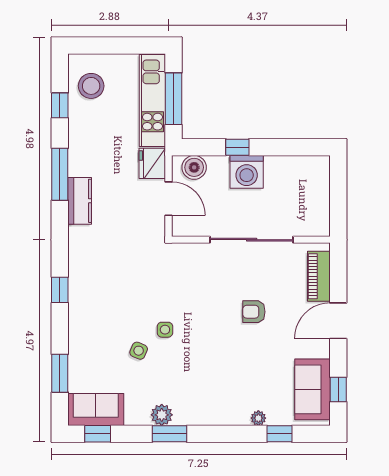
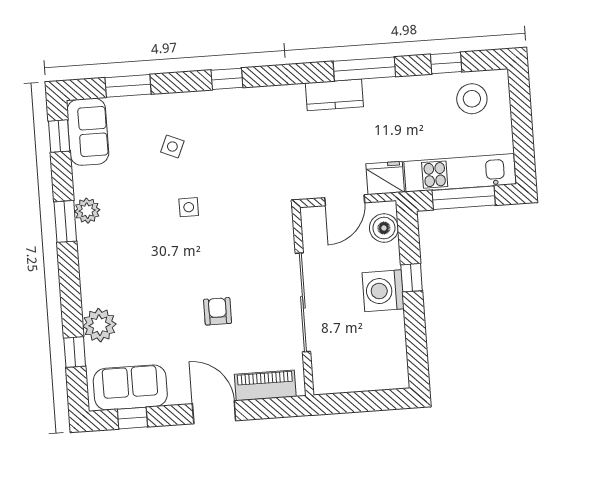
side table: (139, 351) -> (172, 146), moved
plant: (258, 418) -> (99, 325), width x1.88, depth x1.88

